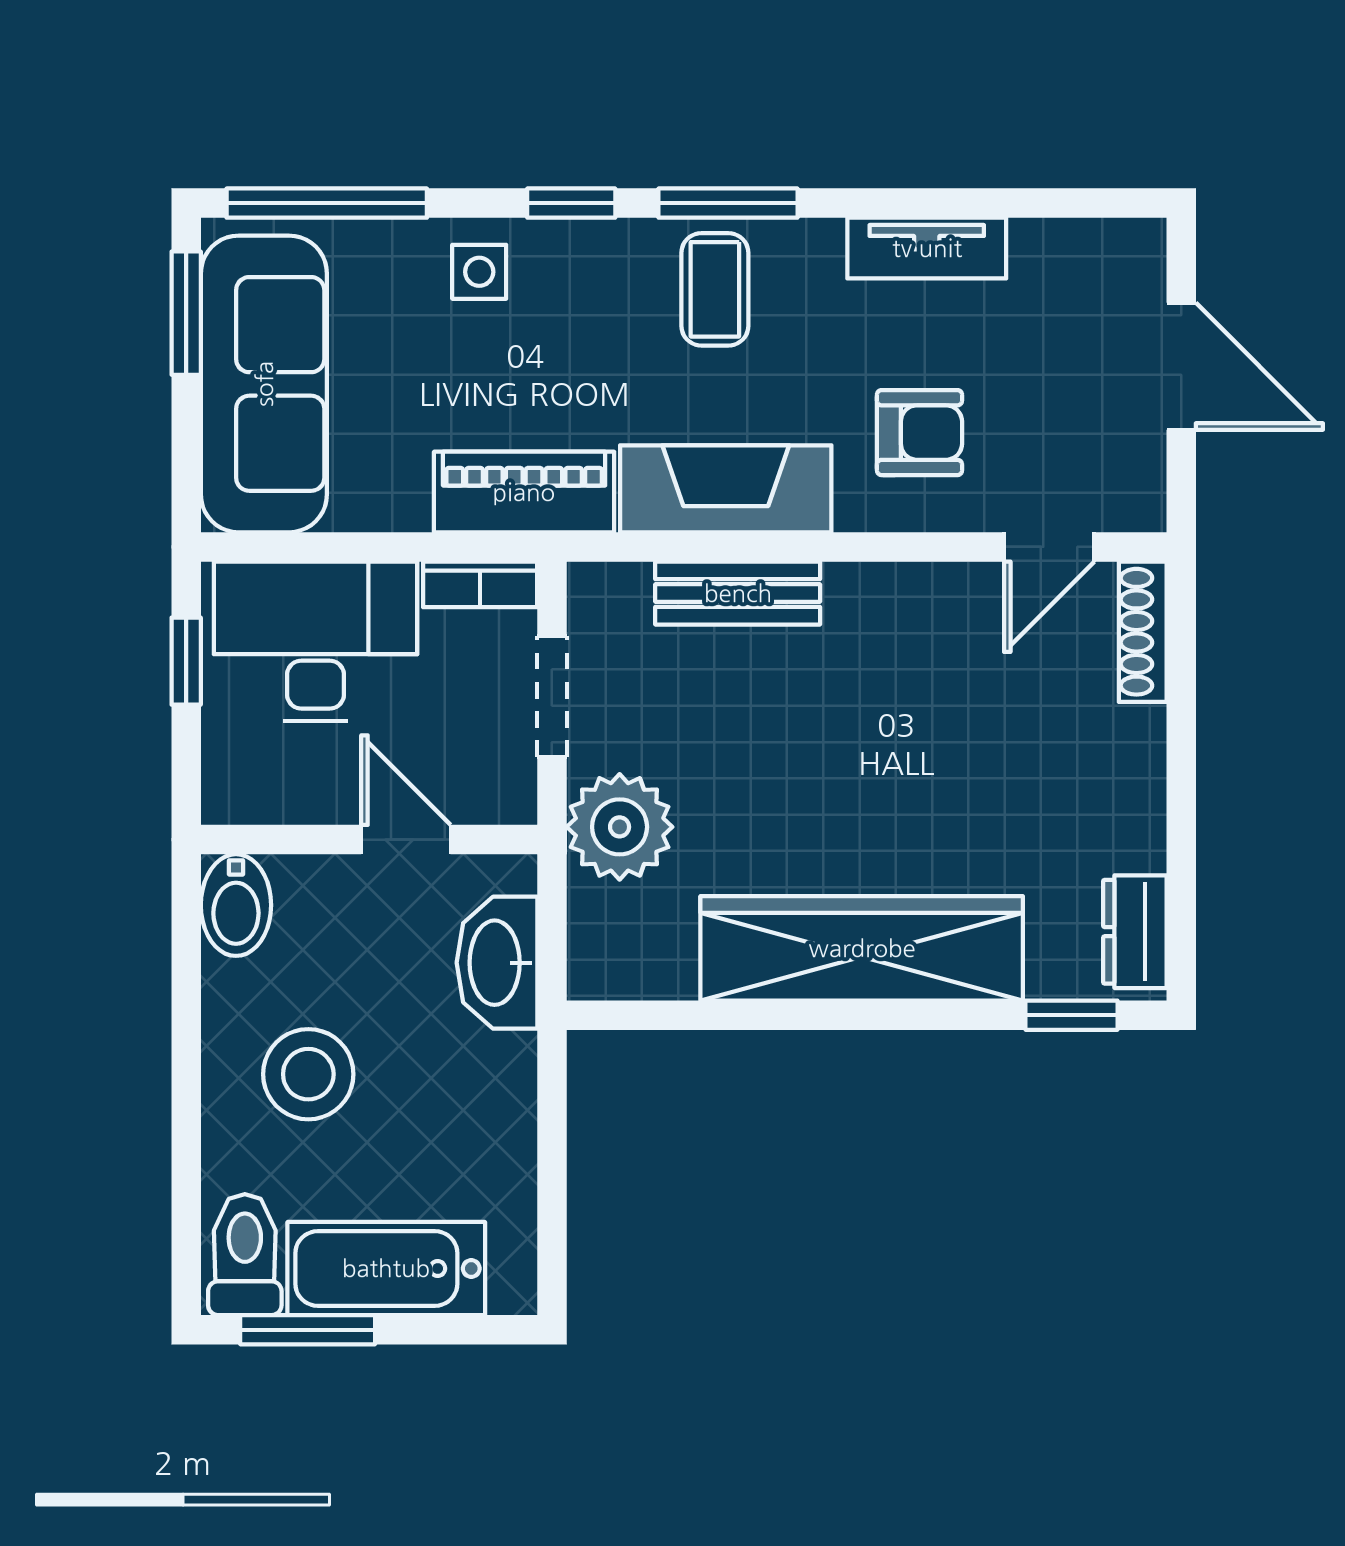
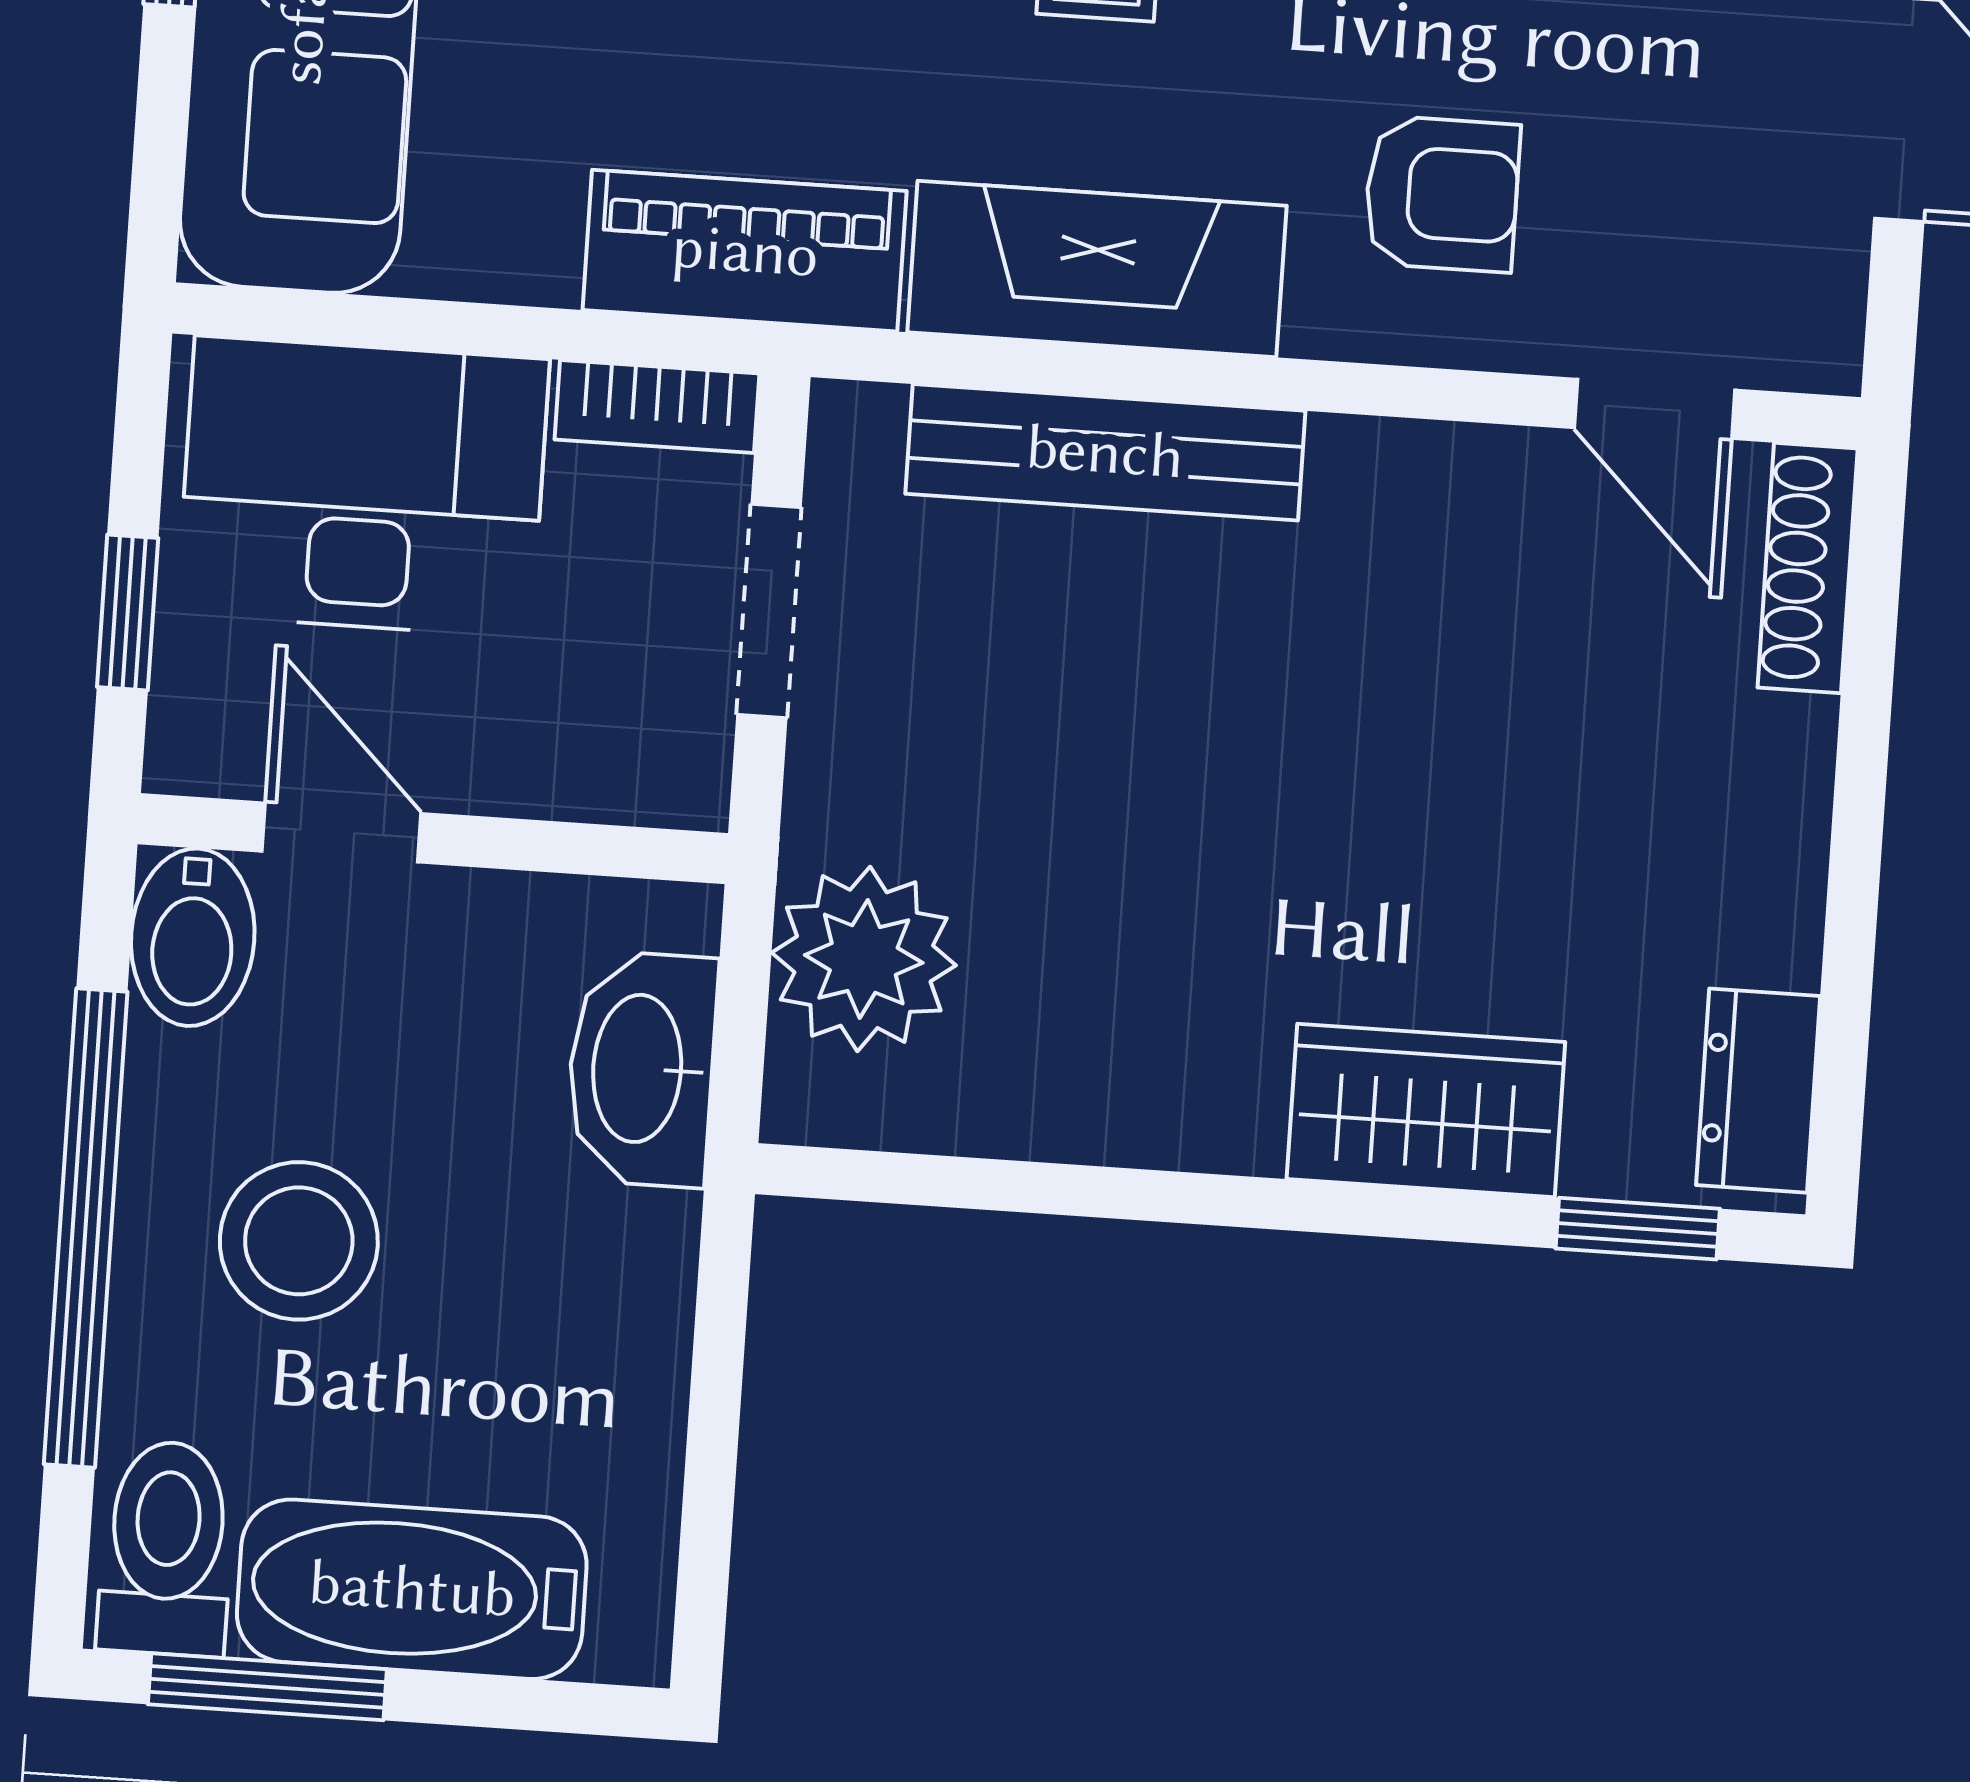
door: (1049, 547) -> (1655, 409), hinge flipped
bench: (738, 593) -> (1105, 452), width x1.36
window: (186, 661) -> (128, 612), moved
plant: (620, 827) -> (864, 959), moved
door: (406, 840) -> (341, 832), moved
wardrobe: (862, 948) -> (1426, 1110), width x0.48, depth x0.85
window: (186, 1075) -> (86, 1228), added

